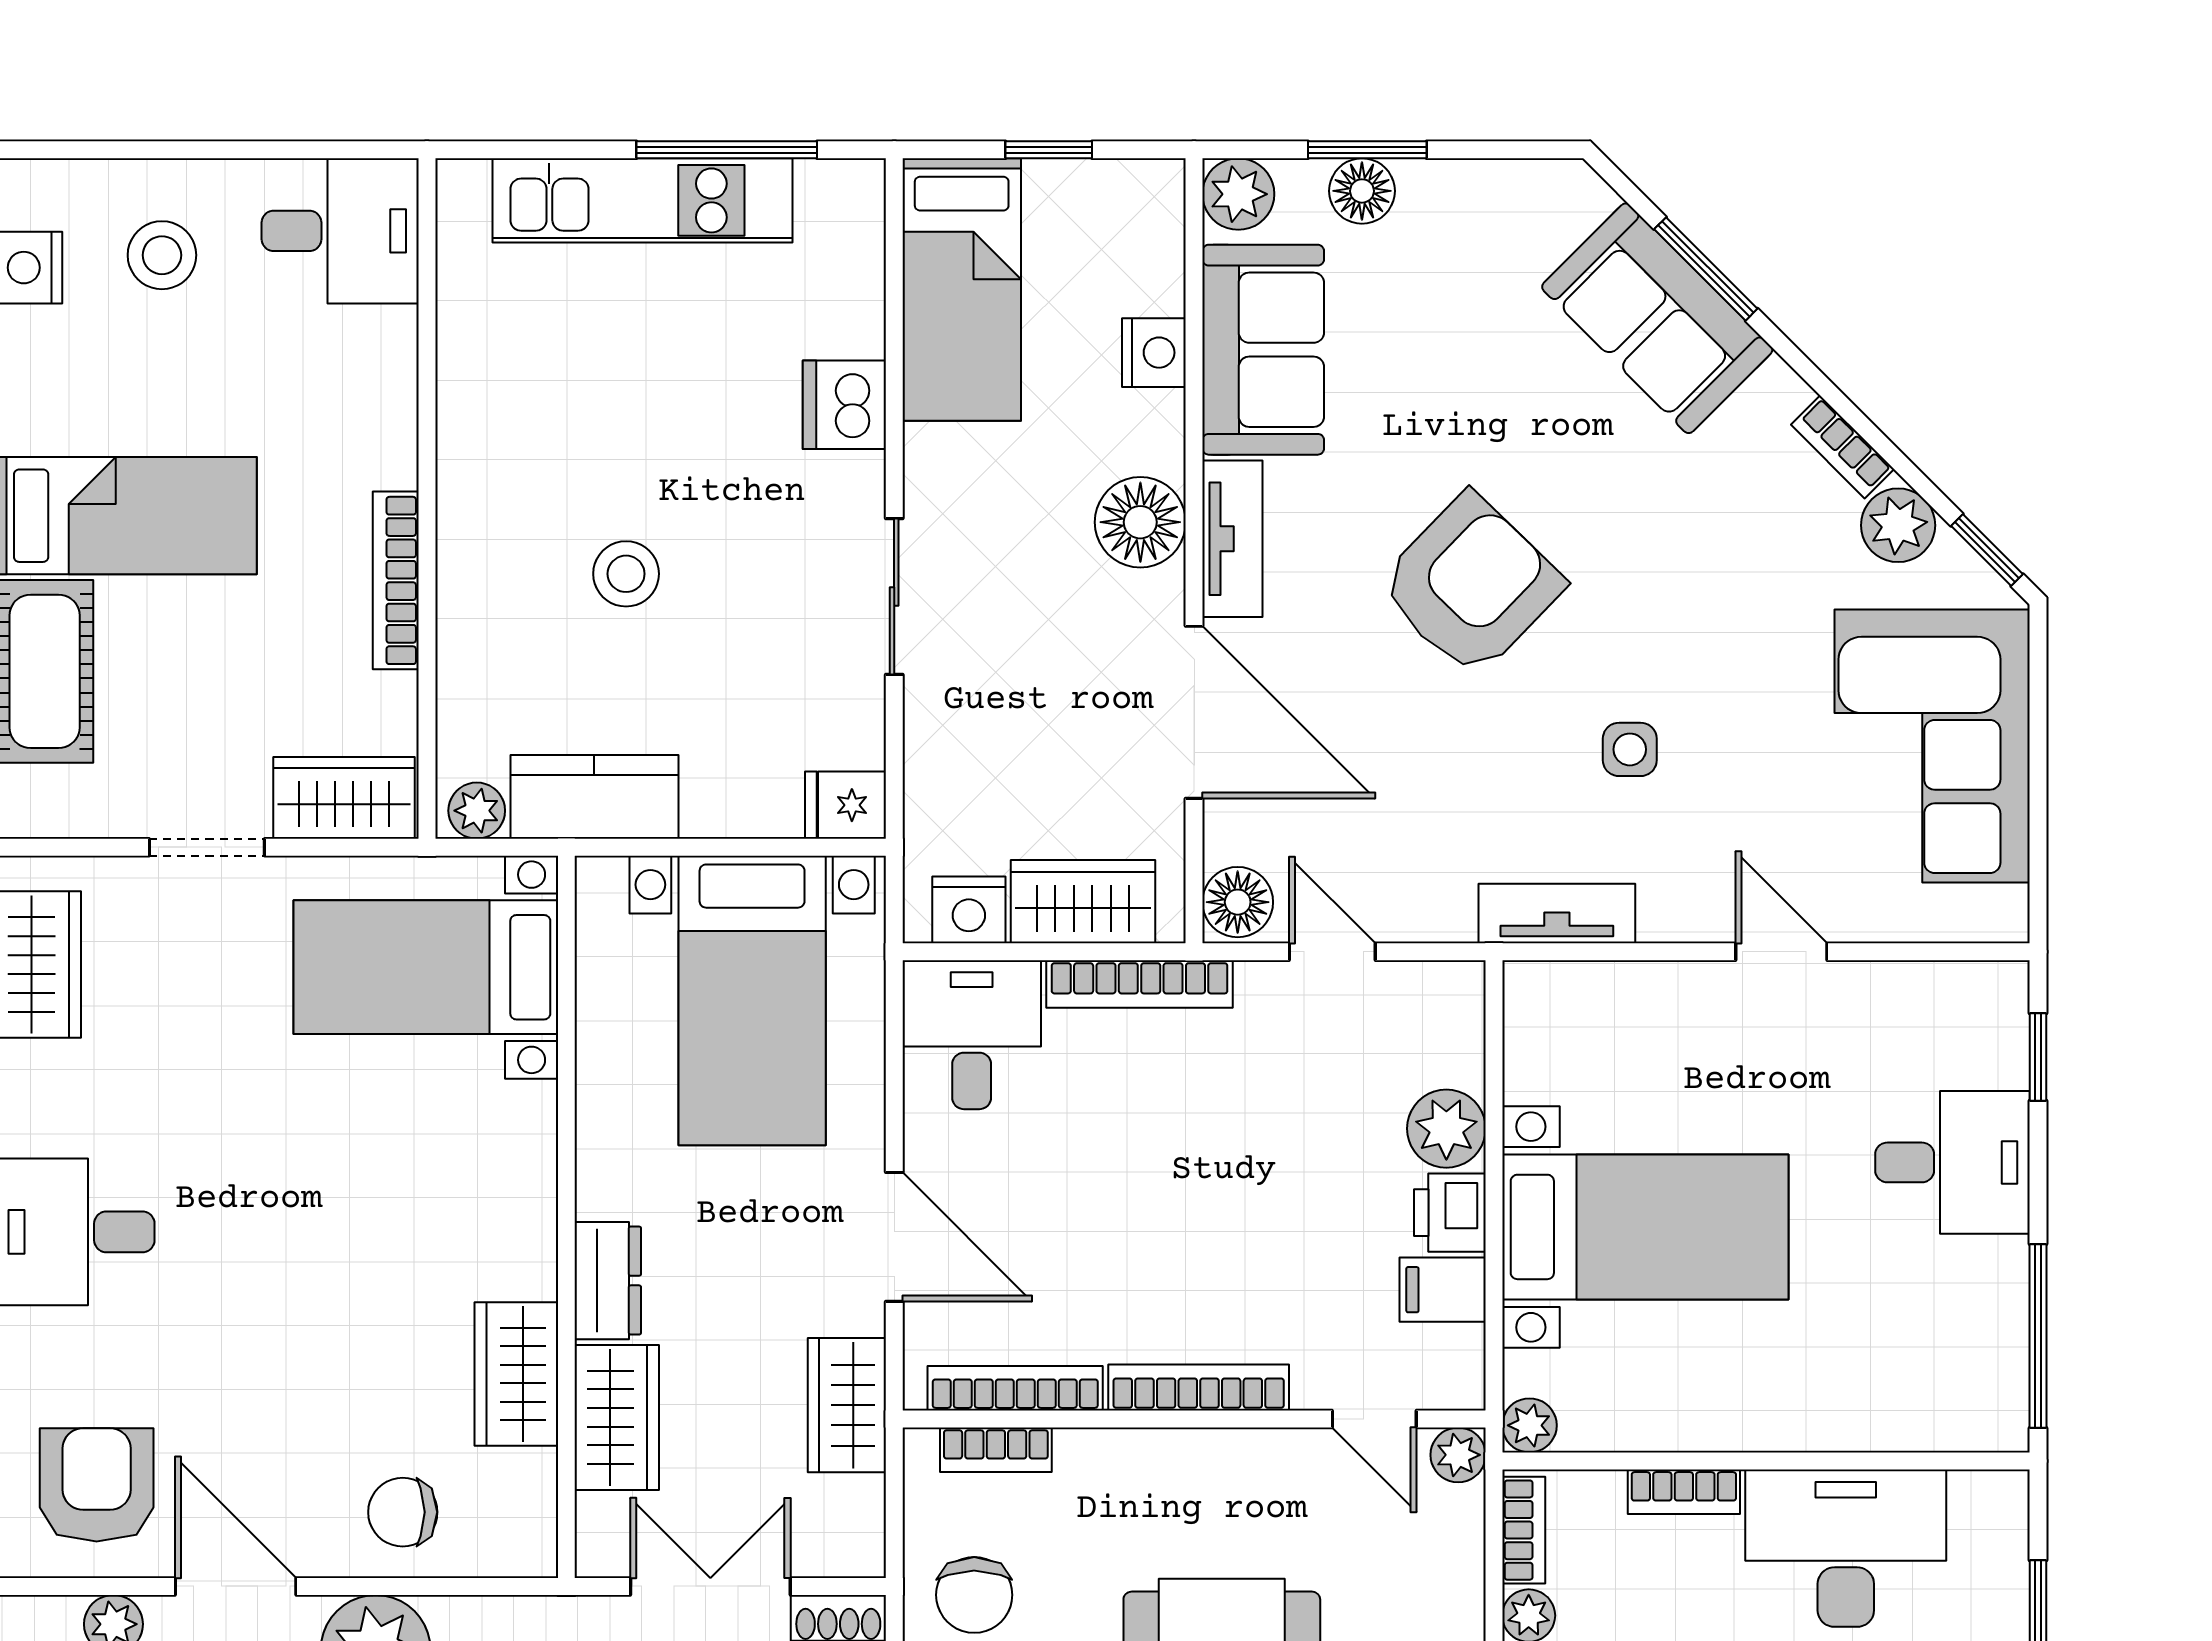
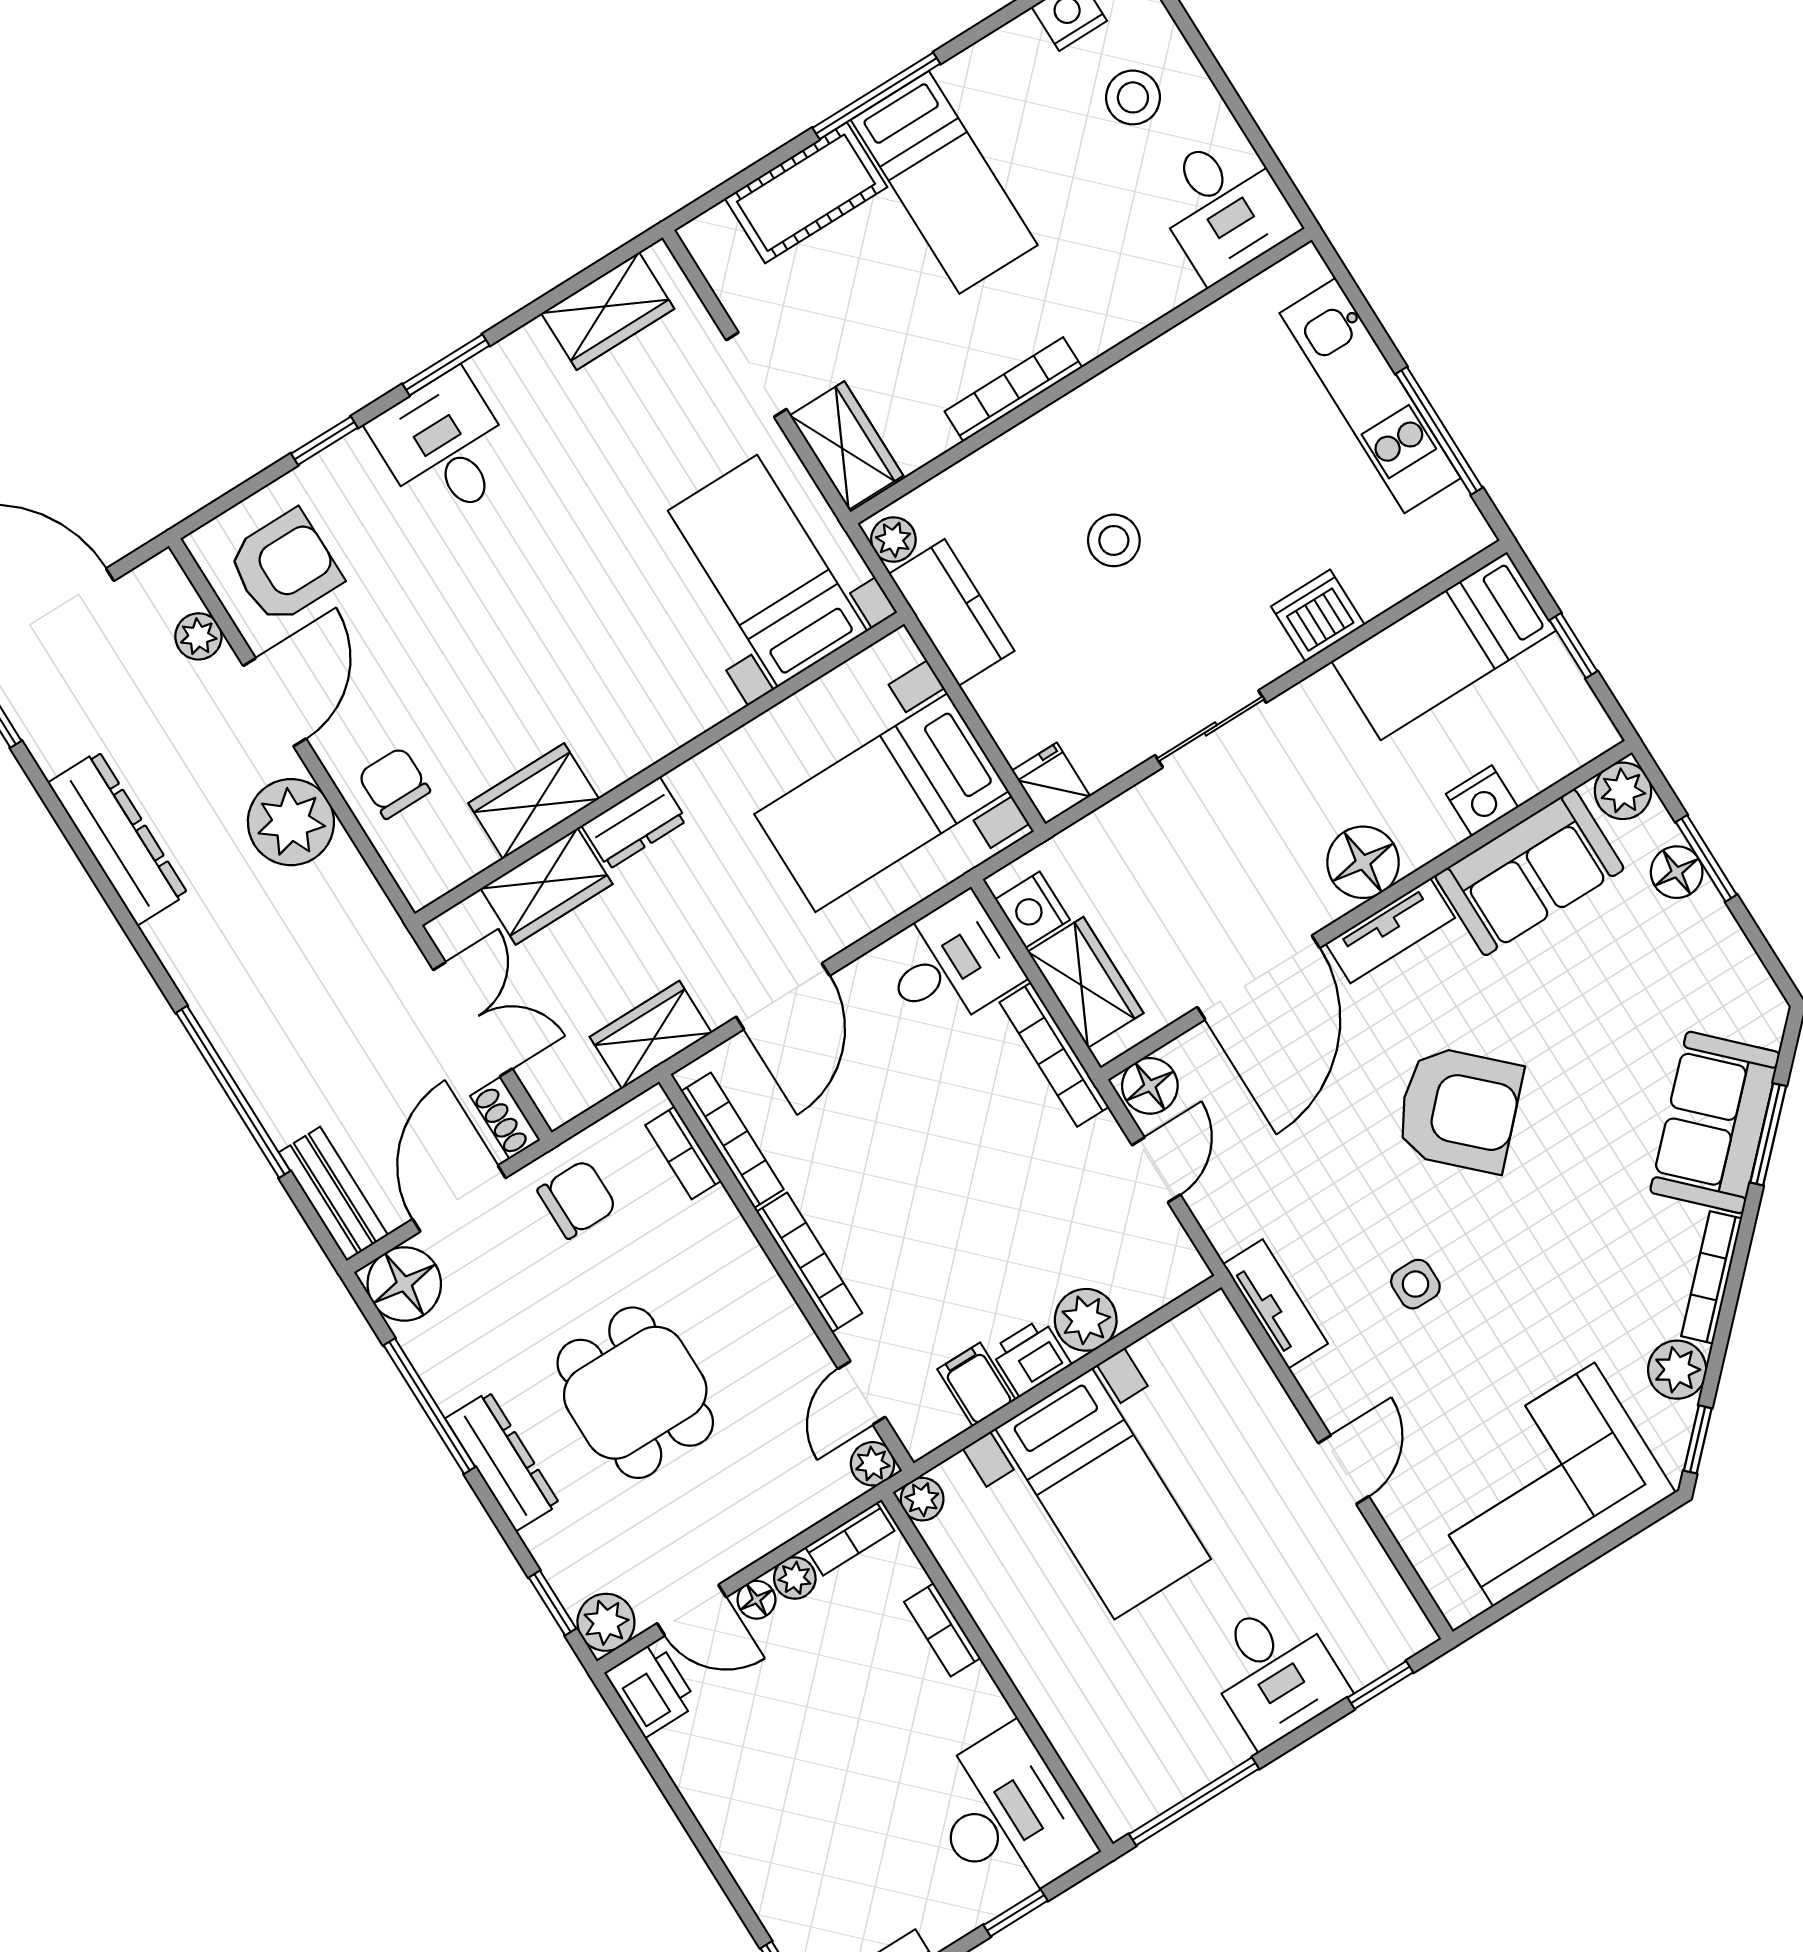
bookcase: (1842, 447) -> (1711, 1277), width x1.56
desk: (1846, 1548) -> (1007, 1817), moved
chair: (974, 1595) -> (577, 1199), turned 180

